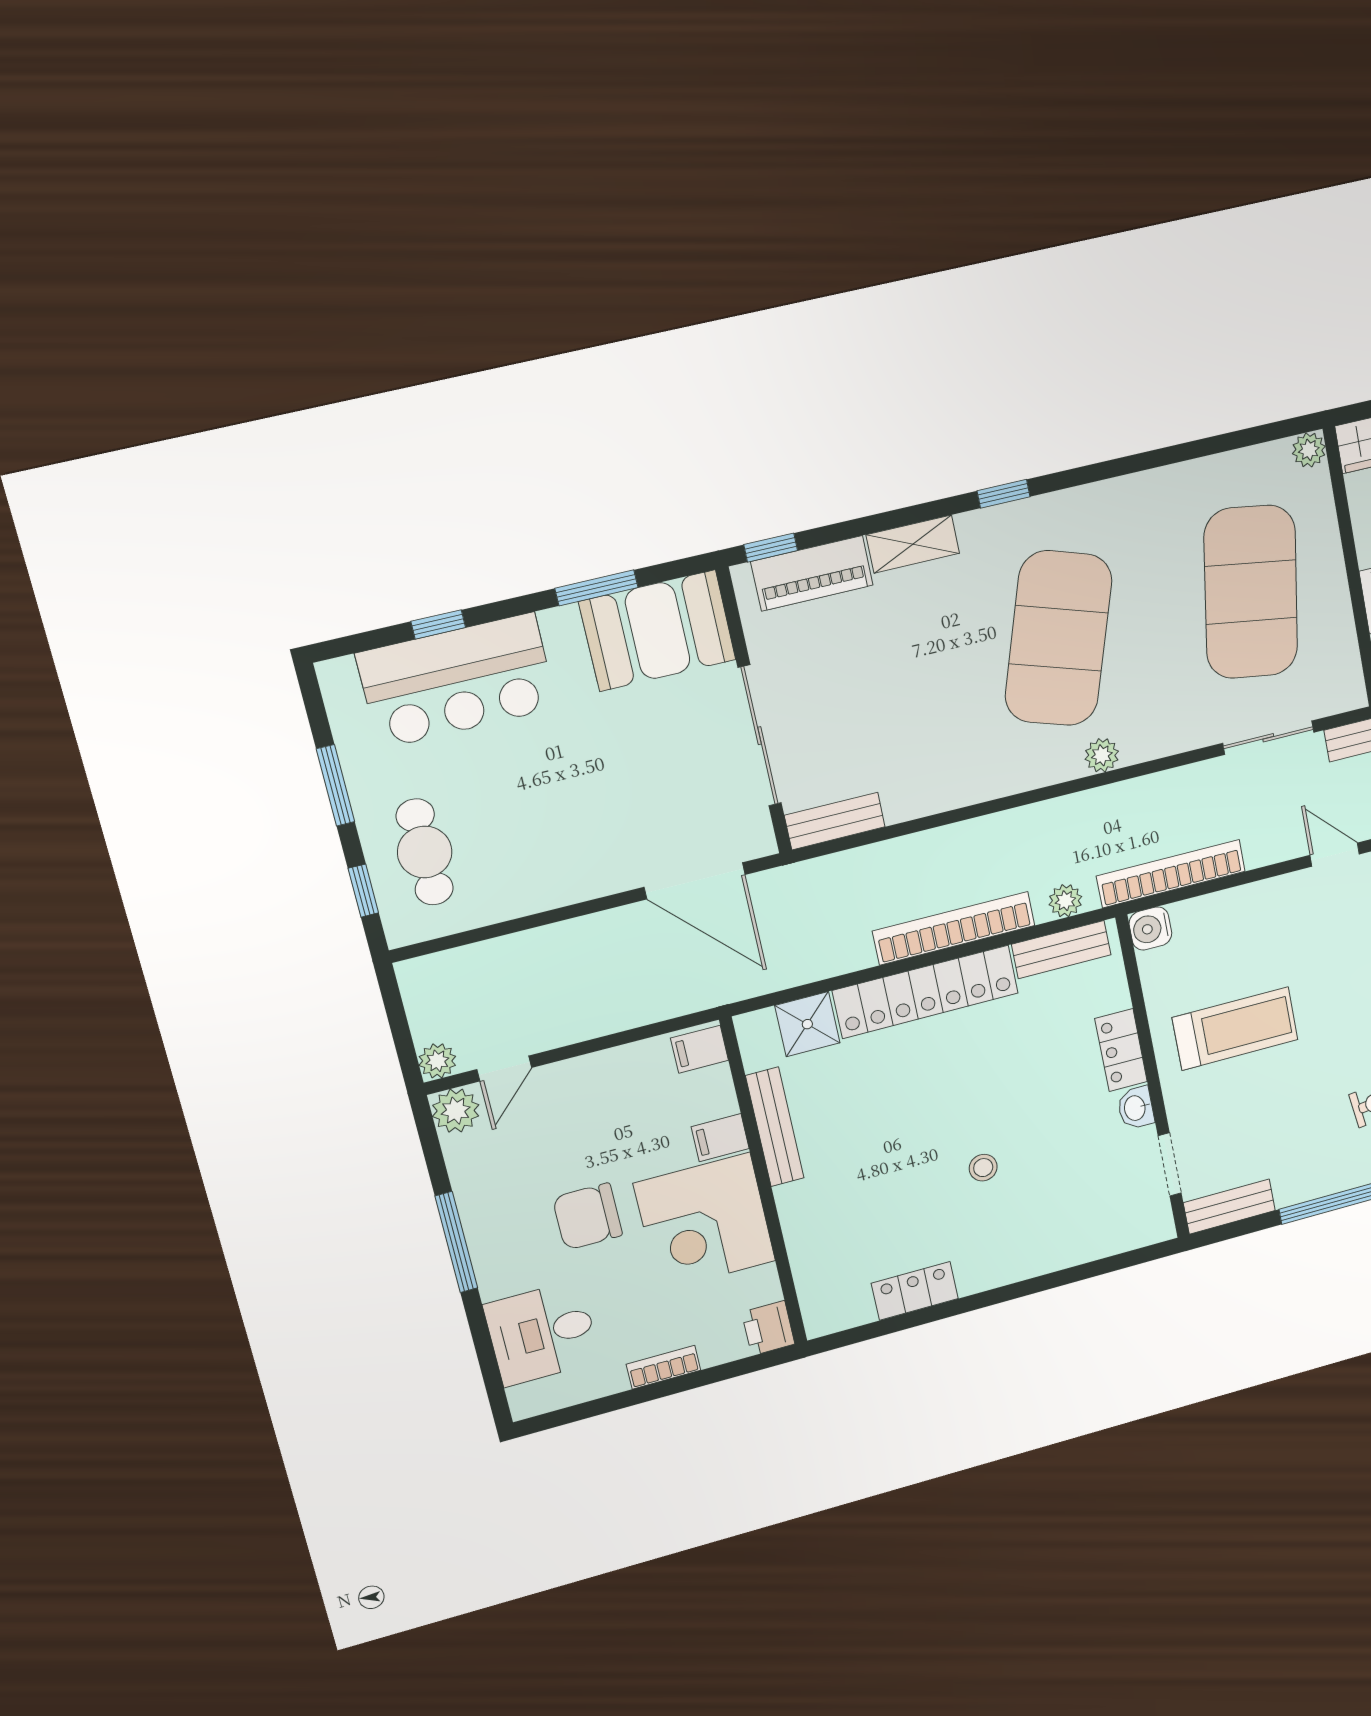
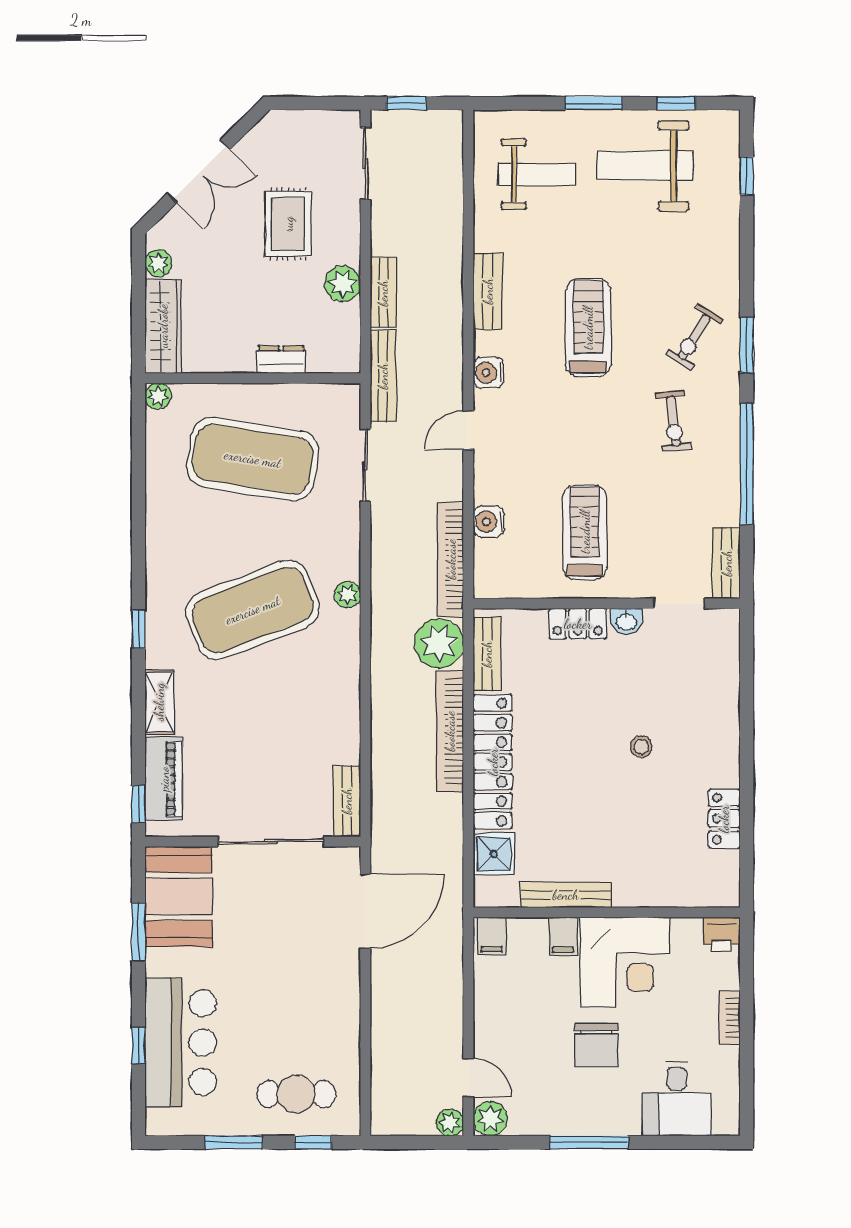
exercise mat: (1058, 638) -> (253, 610), turned -39
plant: (1065, 901) -> (439, 643), width x1.88, depth x1.88
water cooler: (1150, 928) -> (489, 522), moved, turned 90

